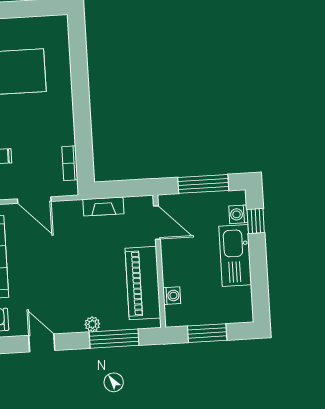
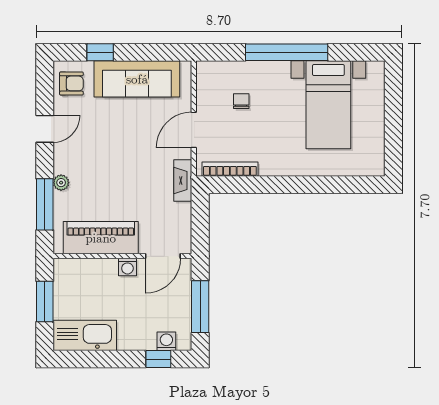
bookcase: (70, 163) -> (230, 169), width x1.56
fireplace: (103, 206) -> (183, 180), moved
kitchen sink: (235, 255) -> (85, 335), moved
washing machine: (172, 296) -> (127, 267), moved

